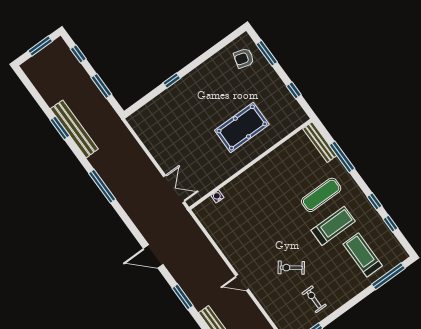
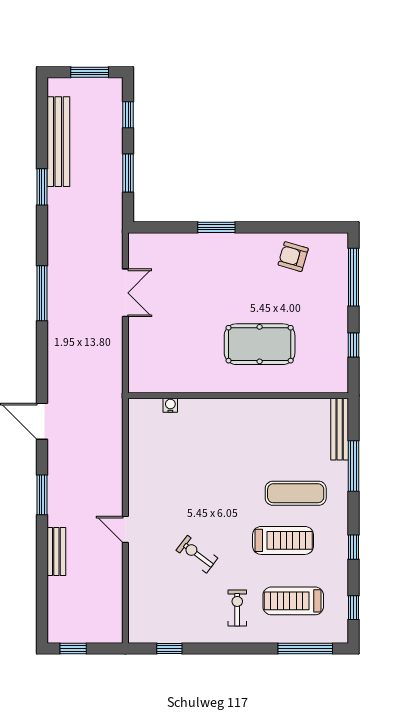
window: (267, 53) -> (354, 277), width x1.44
armchair: (244, 58) -> (293, 257), moved
window: (172, 81) -> (216, 227), width x1.50
bench: (74, 129) -> (58, 142), moved
double door: (174, 189) -> (125, 293), moved
window: (391, 224) -> (354, 608), moved
treadmill: (363, 255) -> (293, 601), turned -90
exercise bike: (314, 299) -> (237, 608), moved

